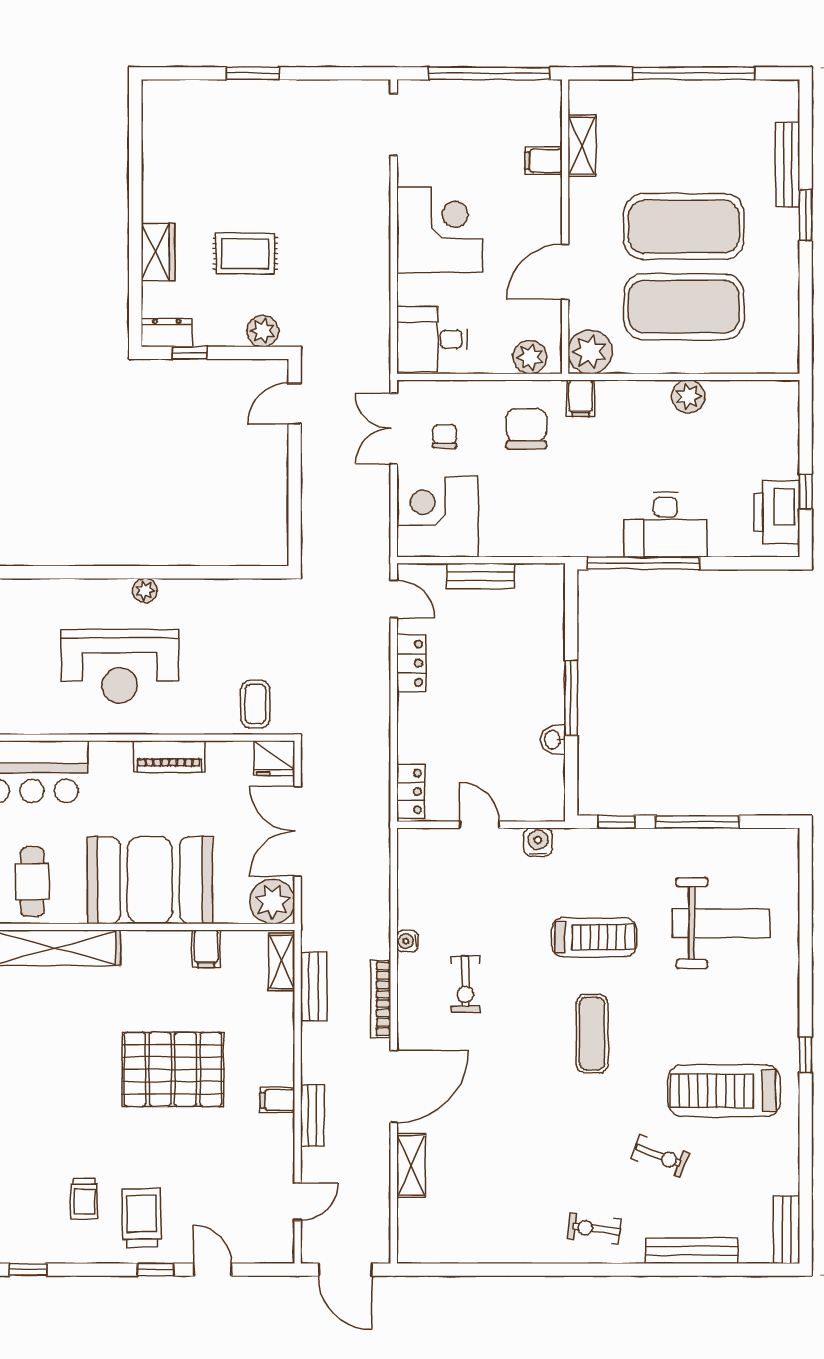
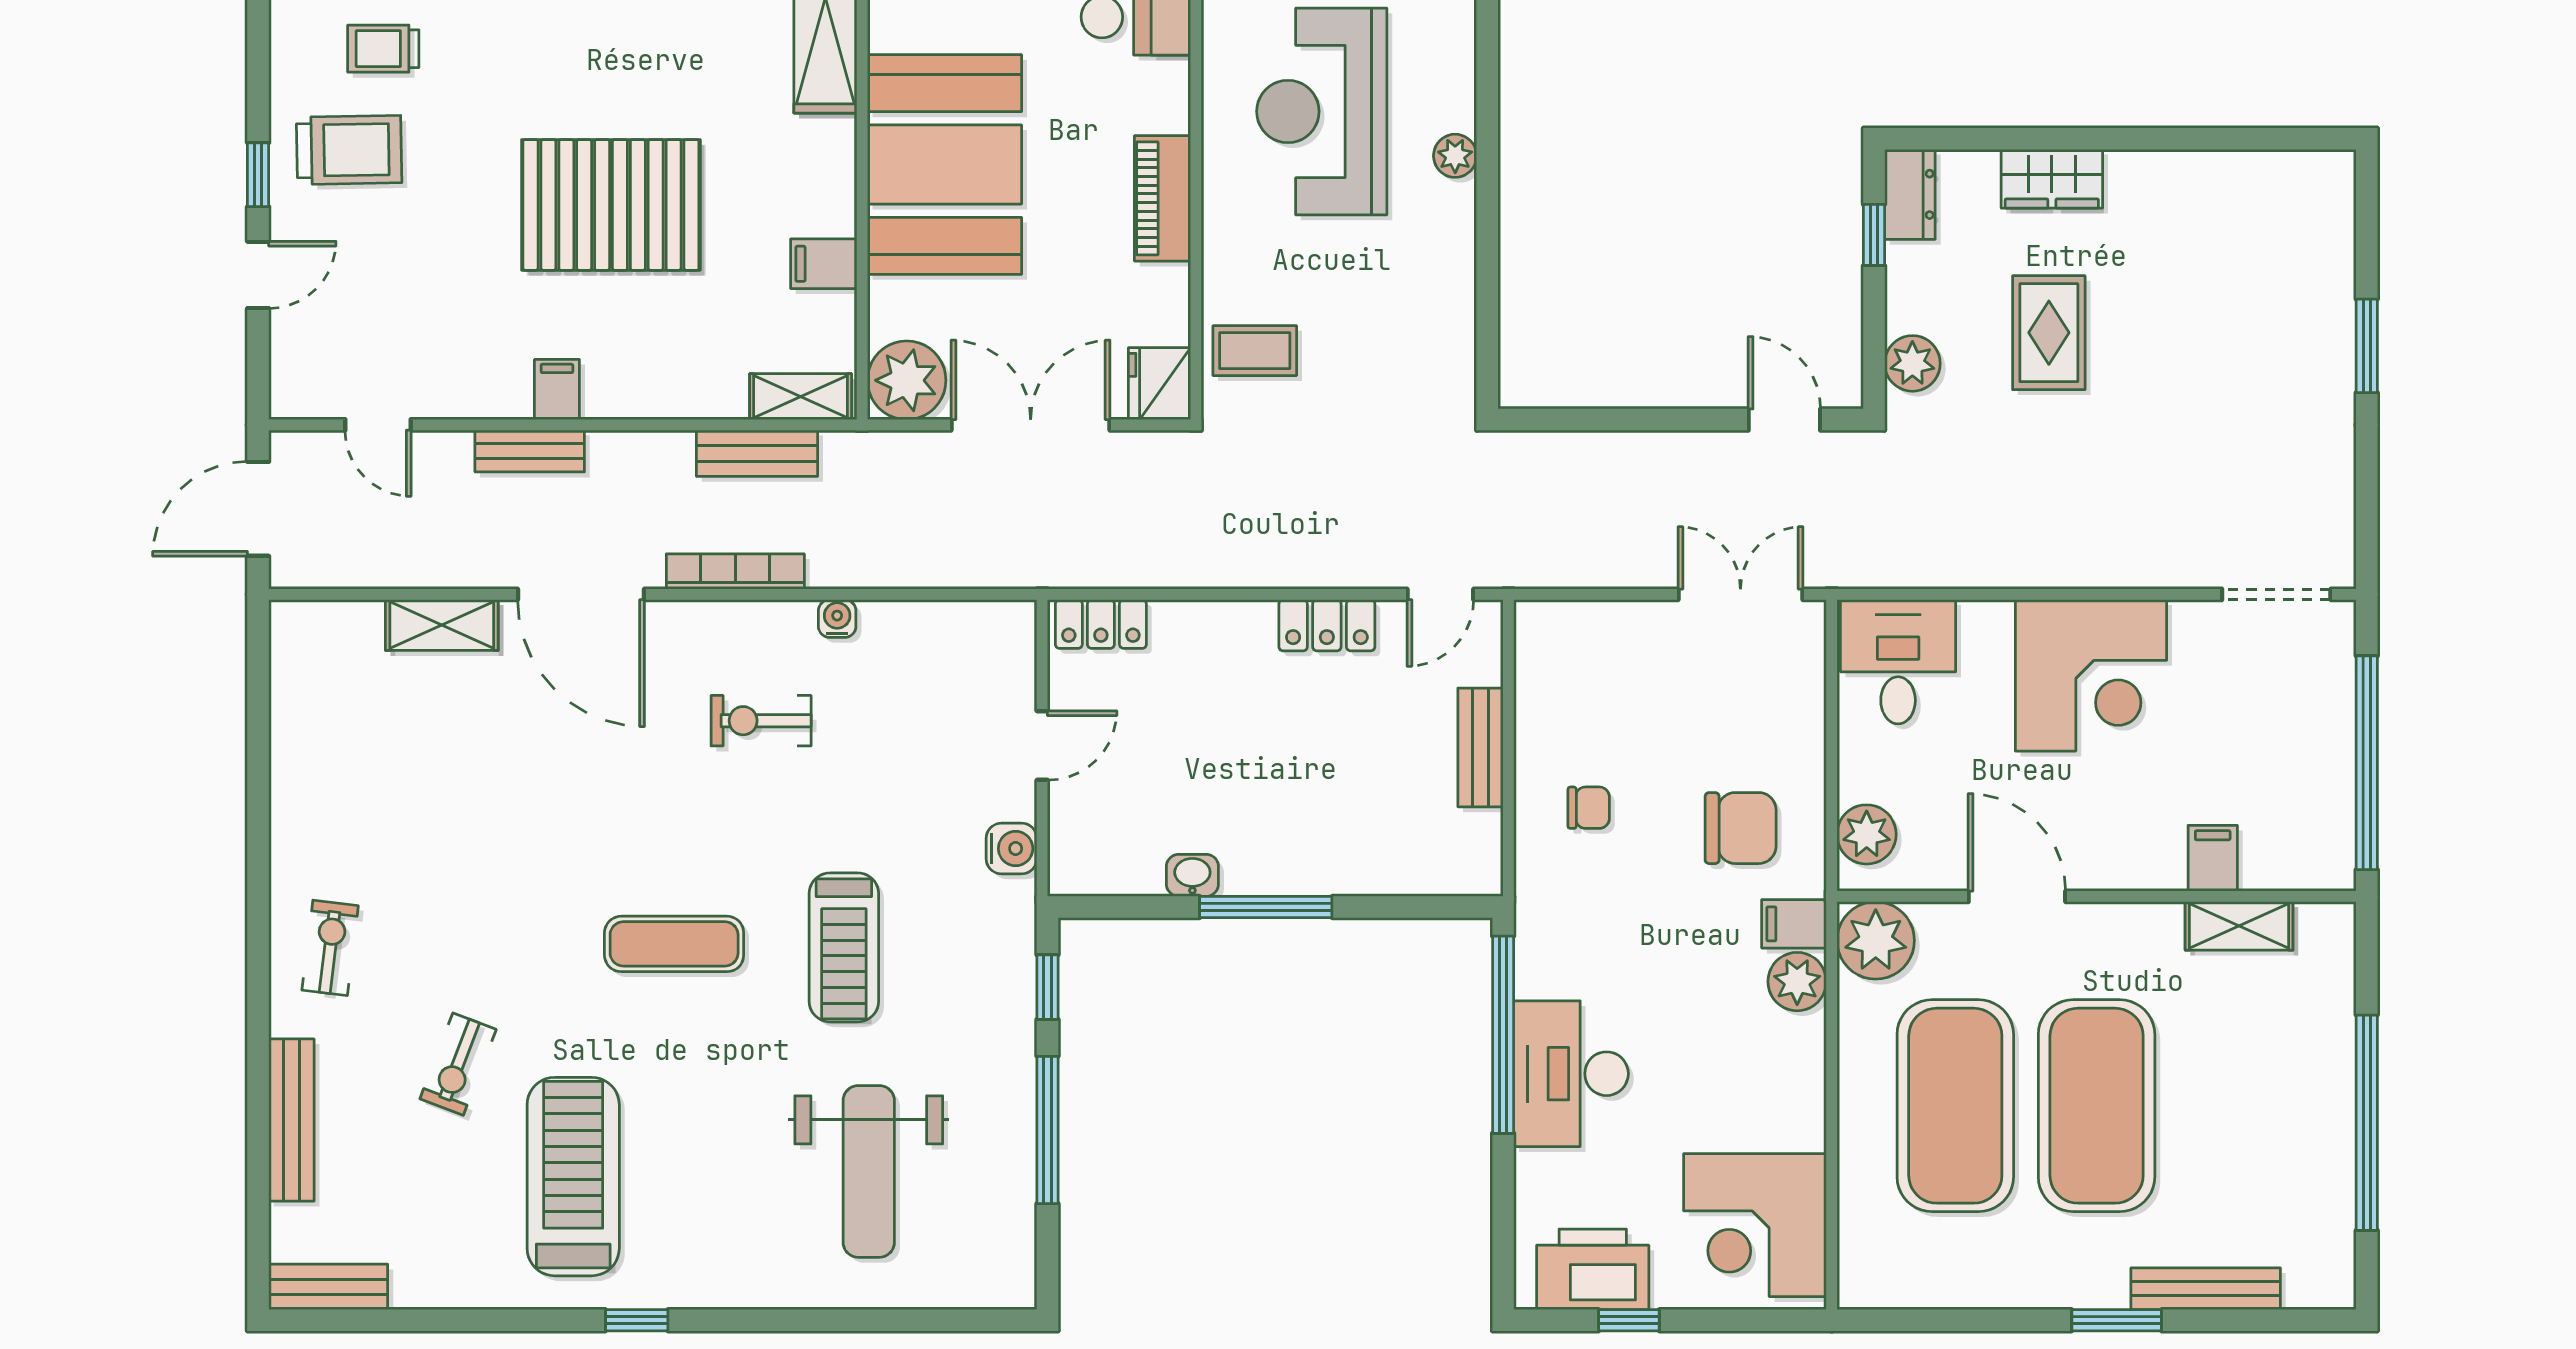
plant: (688, 396) -> (1797, 982), moved
chair: (445, 436) -> (1589, 808), moved
corner desk: (437, 517) -> (1755, 1225), moved, turned 180
pallet: (173, 1069) -> (611, 205), turned 90

